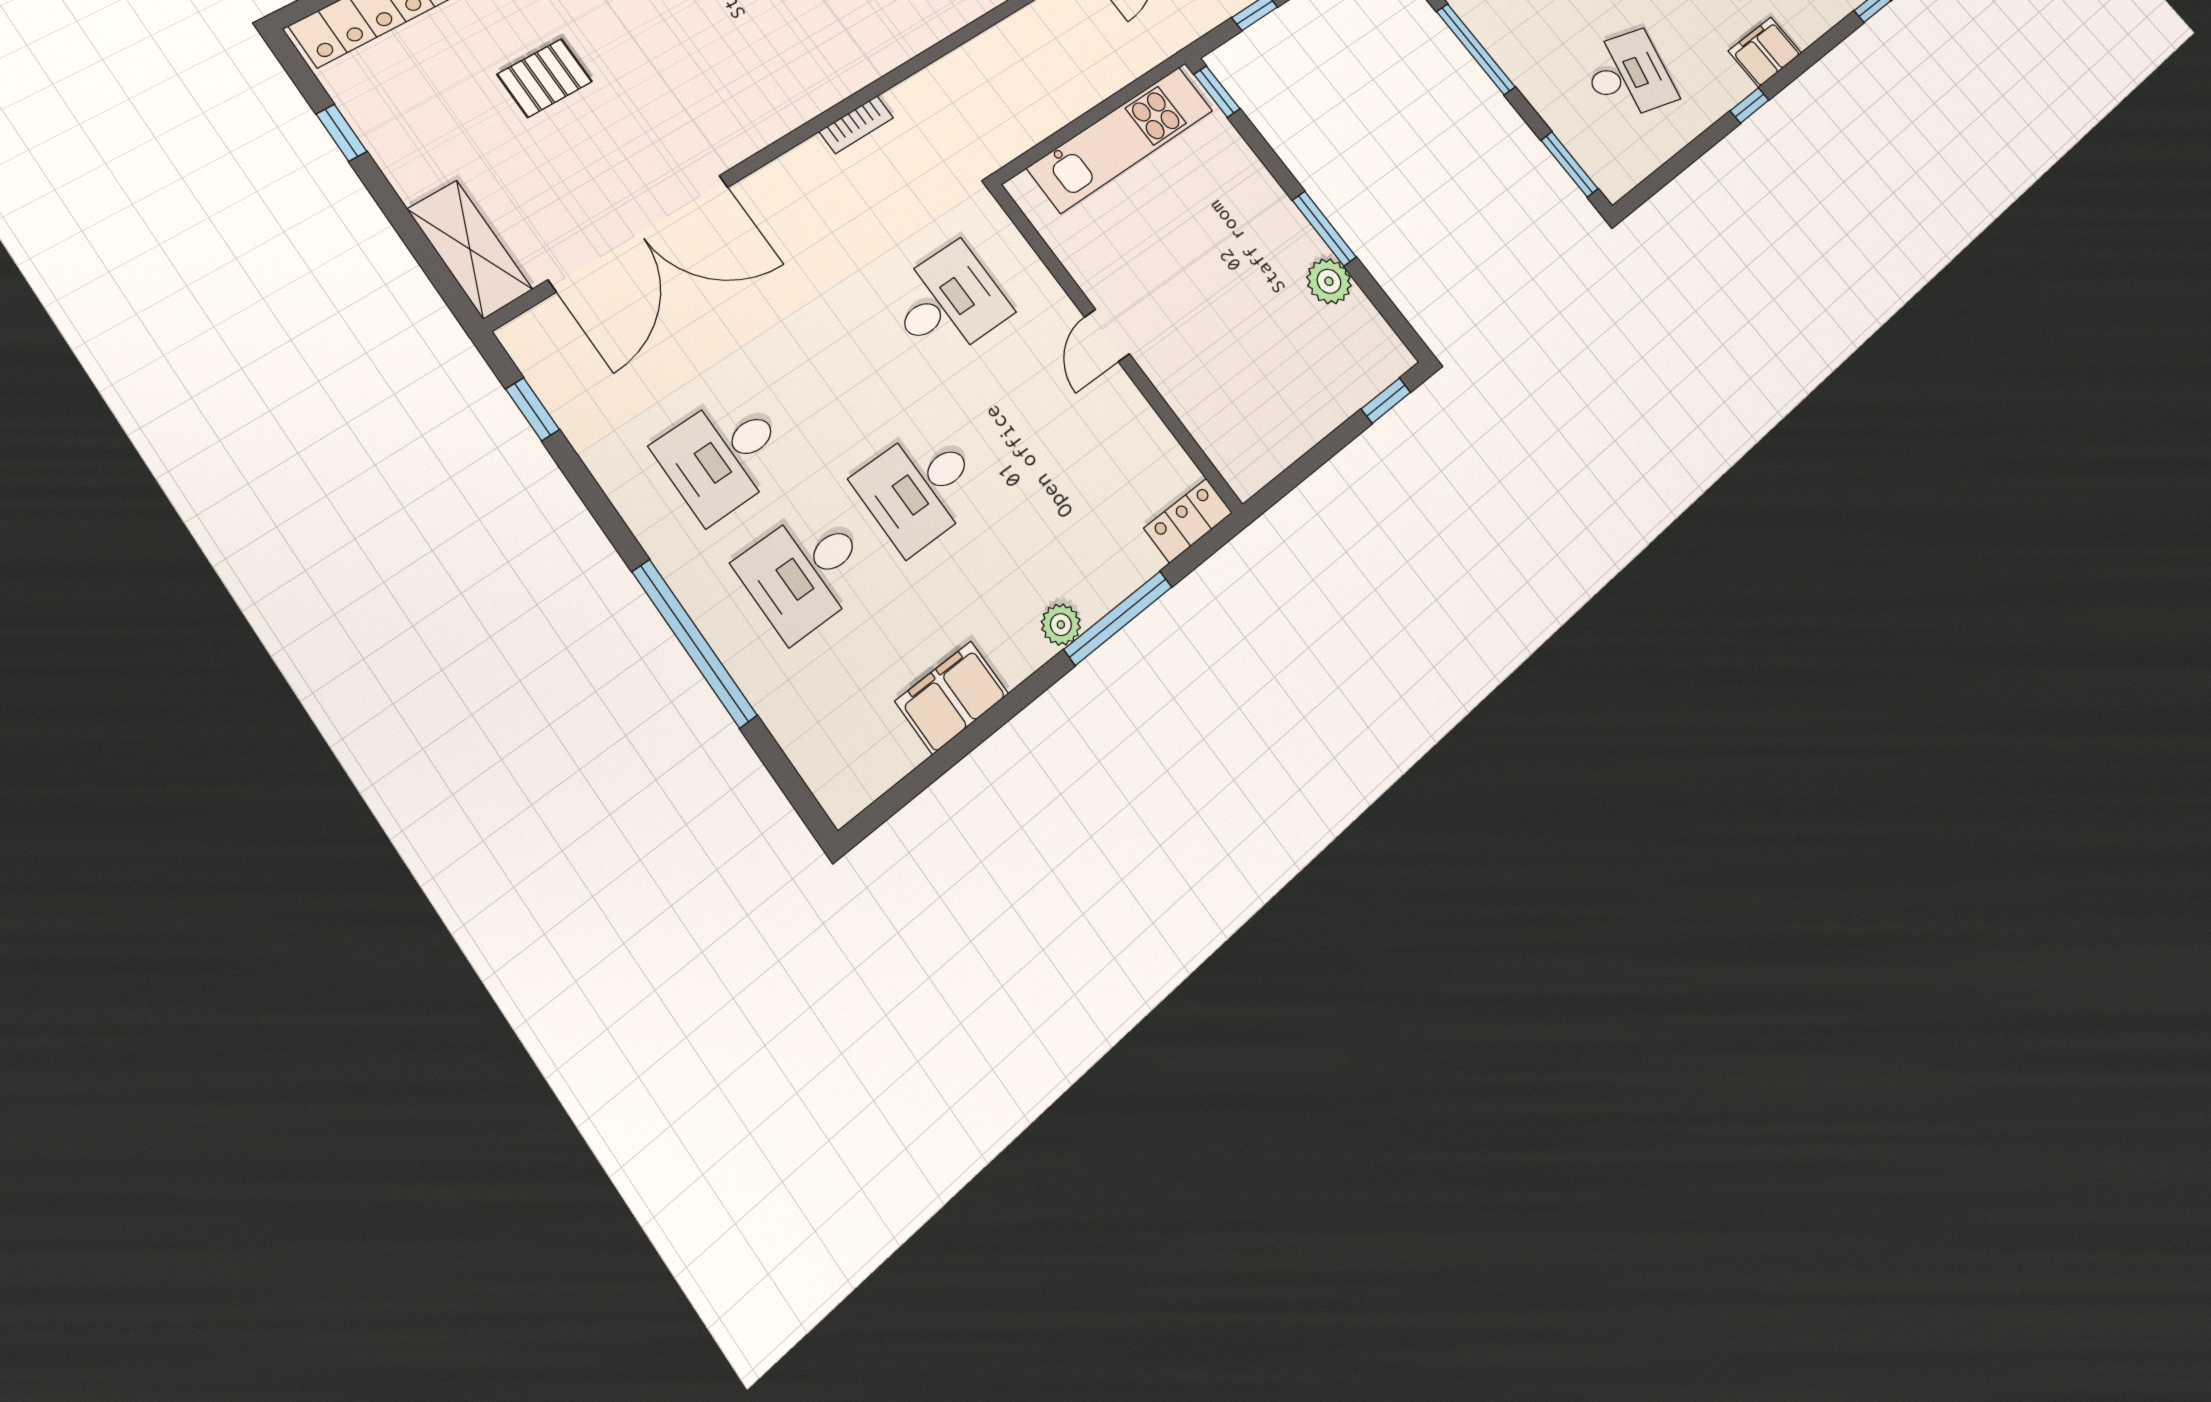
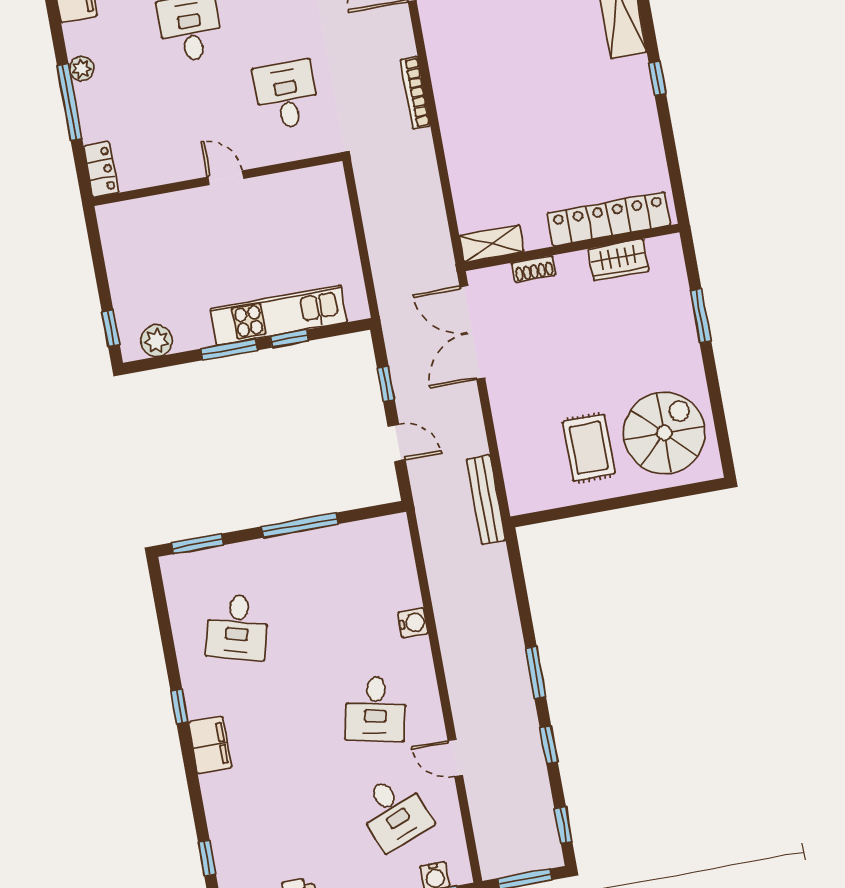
window: (1217, 92) -> (289, 339), moved
bookcase: (856, 125) -> (415, 93), width x1.56
kitchen unit: (1121, 139) -> (279, 316), moved, turned 90
plant: (1329, 281) -> (157, 341), moved
desk: (948, 302) -> (286, 95), turned 180

